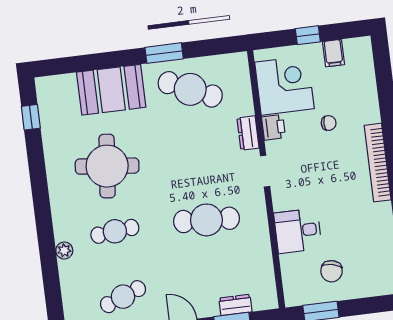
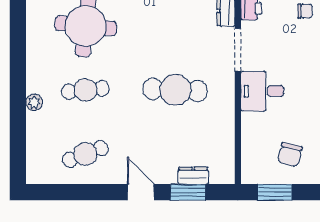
doorway: (265, 171) -> (238, 50), width x1.38
desk: (298, 231) -> (262, 91), moved

